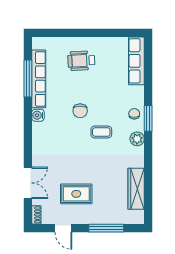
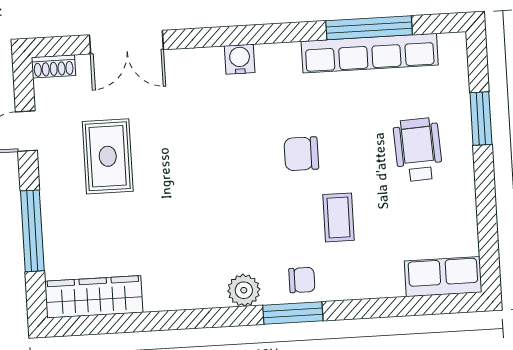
window: (70, 33) -> (481, 119), added
row of seats: (136, 61) -> (443, 277), width x0.68
water cooler: (38, 115) -> (240, 59), moved
coffee table: (101, 132) -> (338, 217), moved
wardrobe: (136, 189) -> (94, 297), moved

